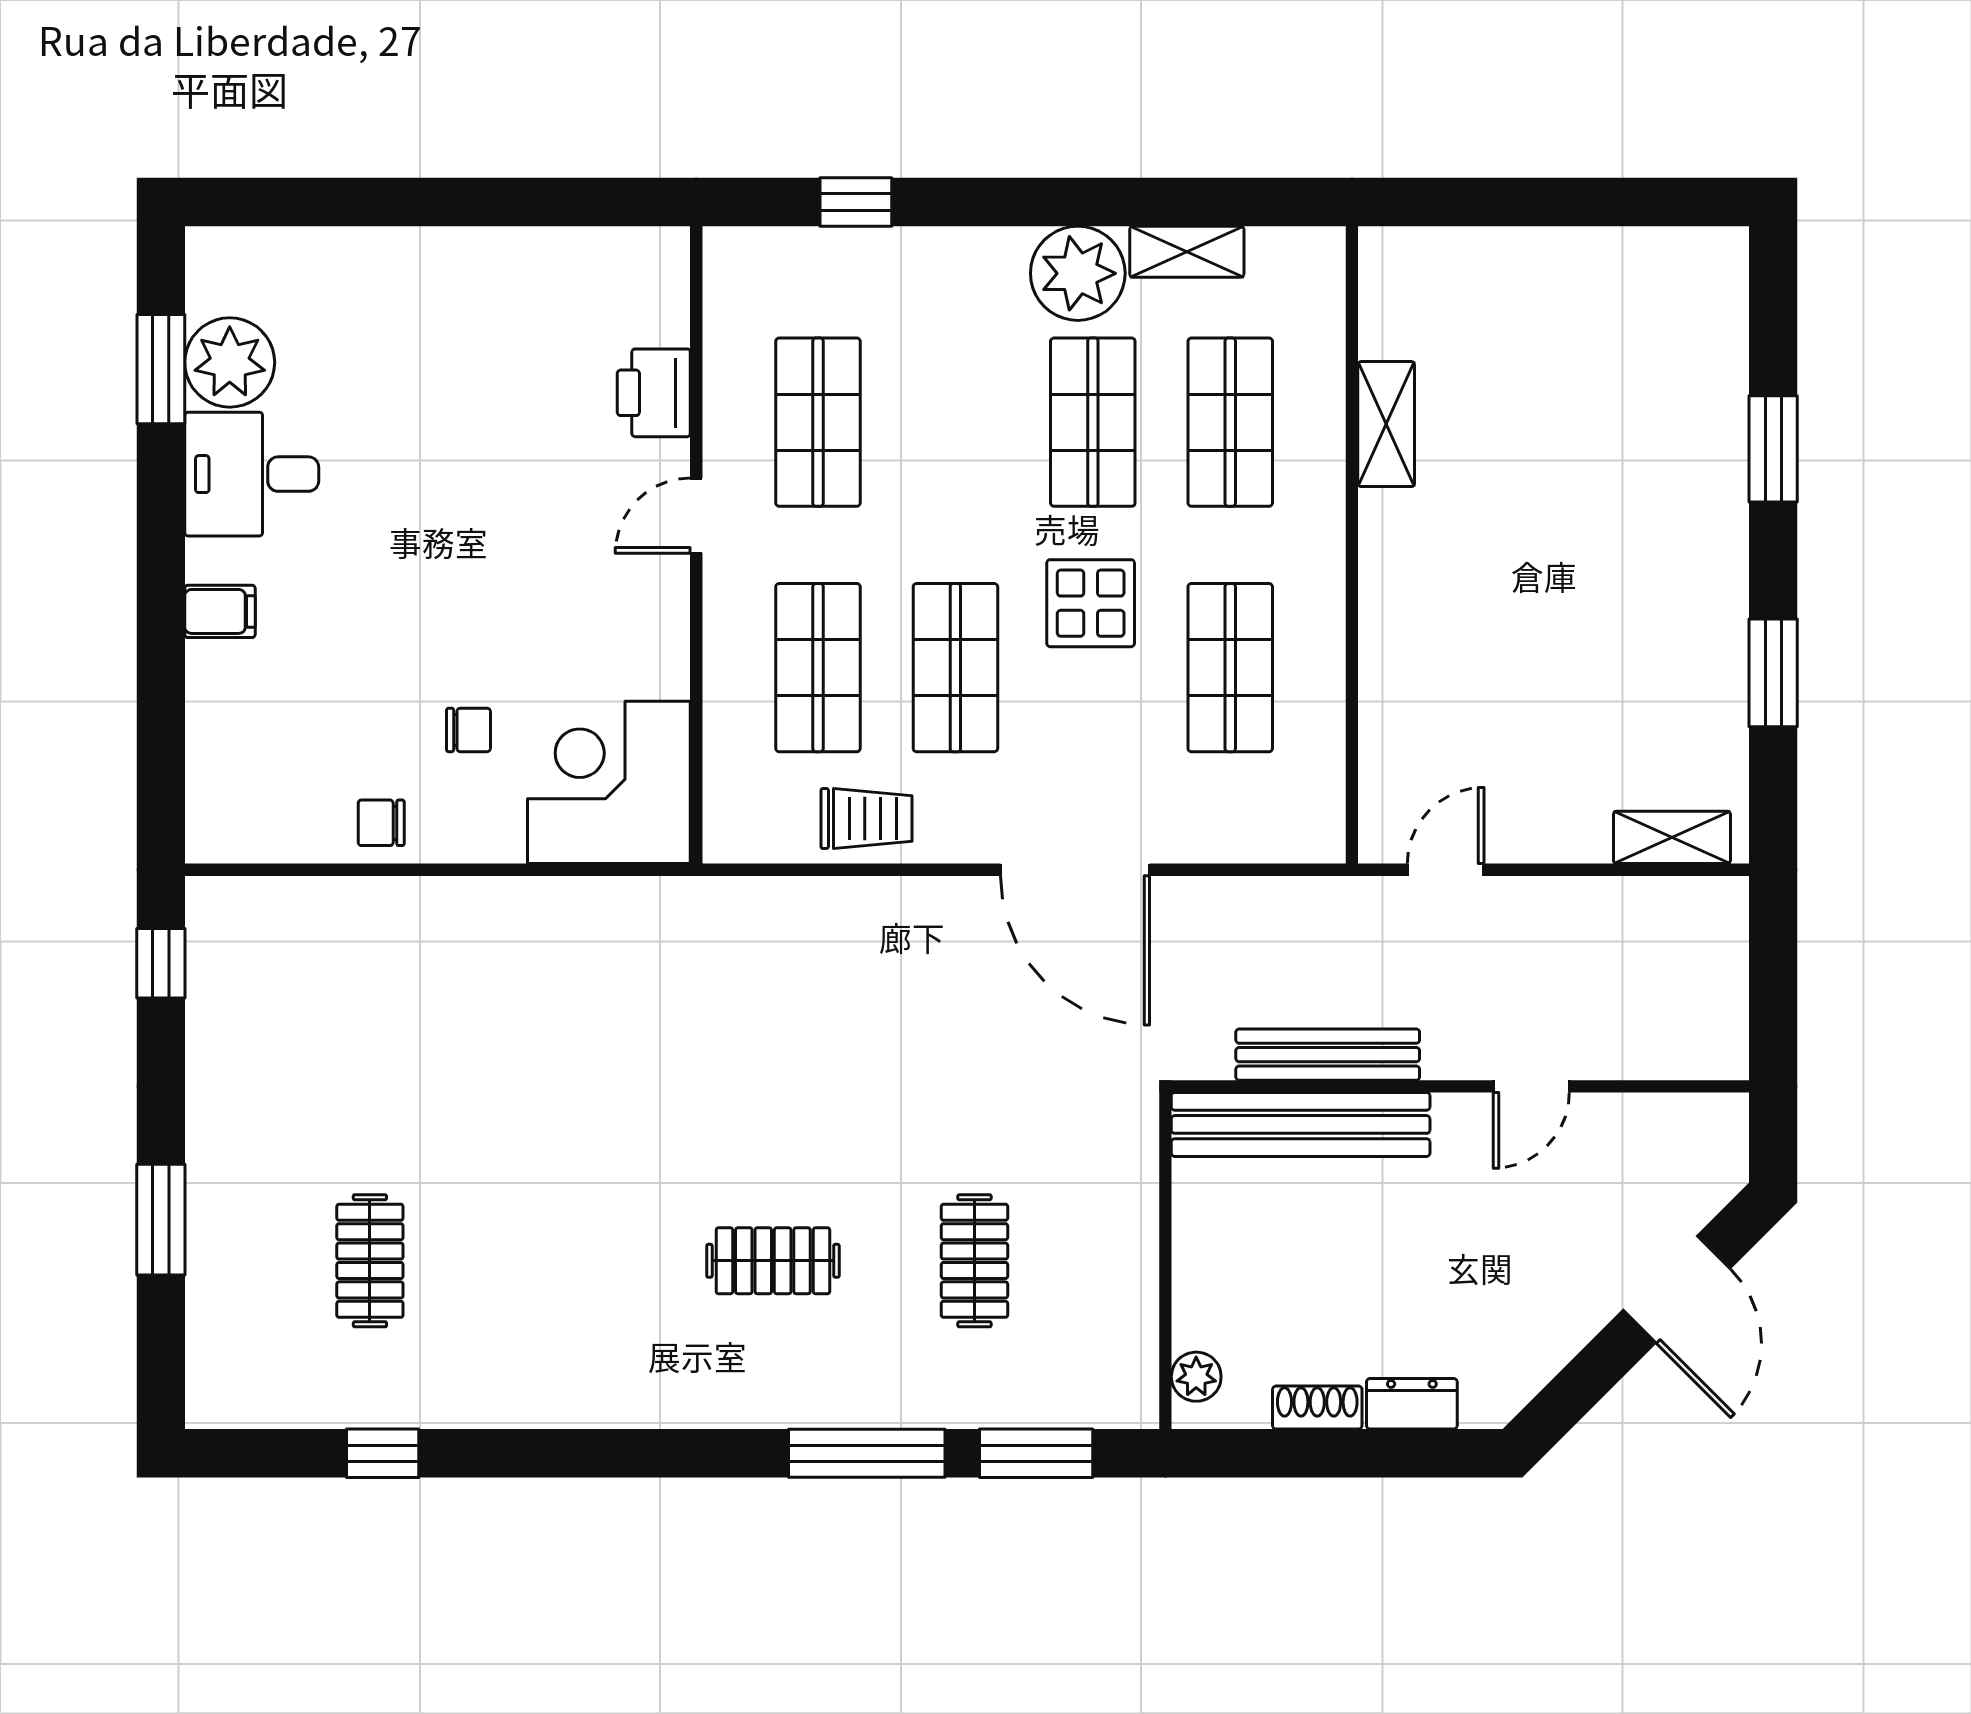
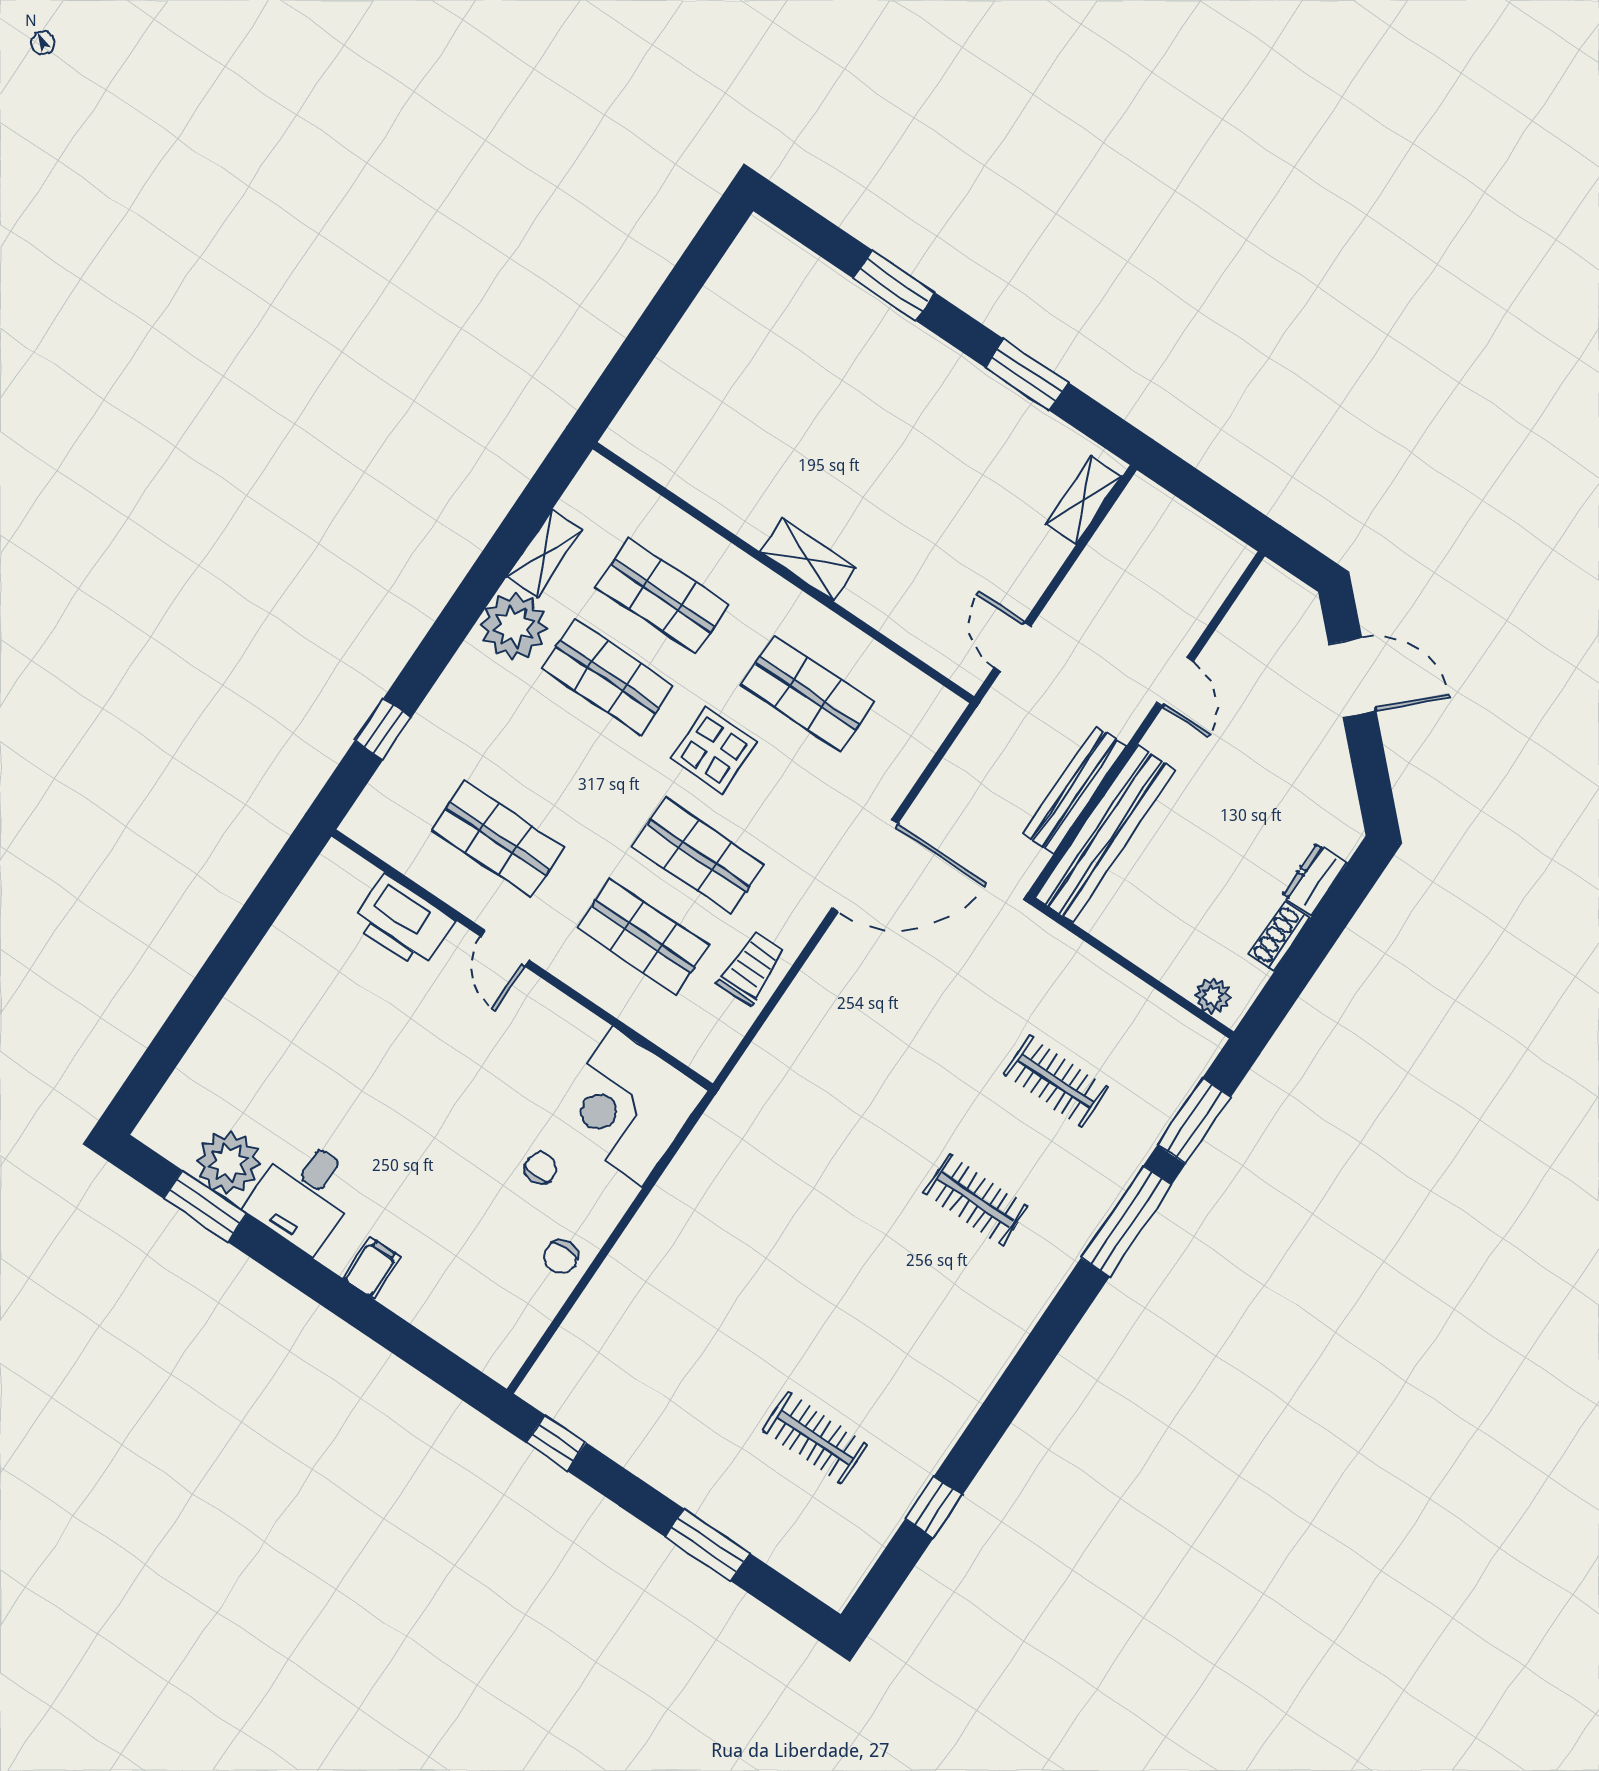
printer: (654, 393) -> (403, 922), width x1.37, depth x1.19
shelving: (1386, 424) -> (808, 560), moved
clothes rail: (773, 1261) -> (976, 1200), turned 90

